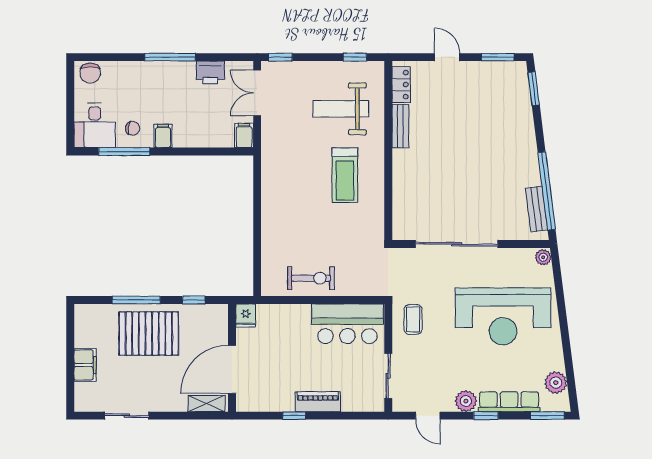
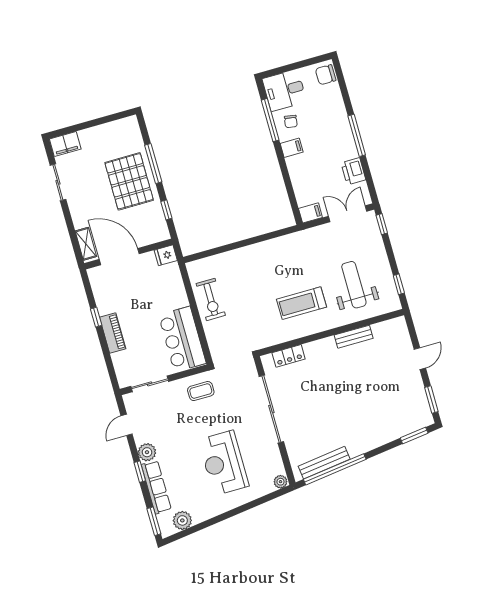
locker: (401, 85) -> (289, 356), moved
bench: (536, 209) -> (324, 463), width x1.36
reception desk: (503, 316) -> (224, 463), width x0.74, depth x0.77
filing cabinet: (85, 365) -> (65, 144), moved

